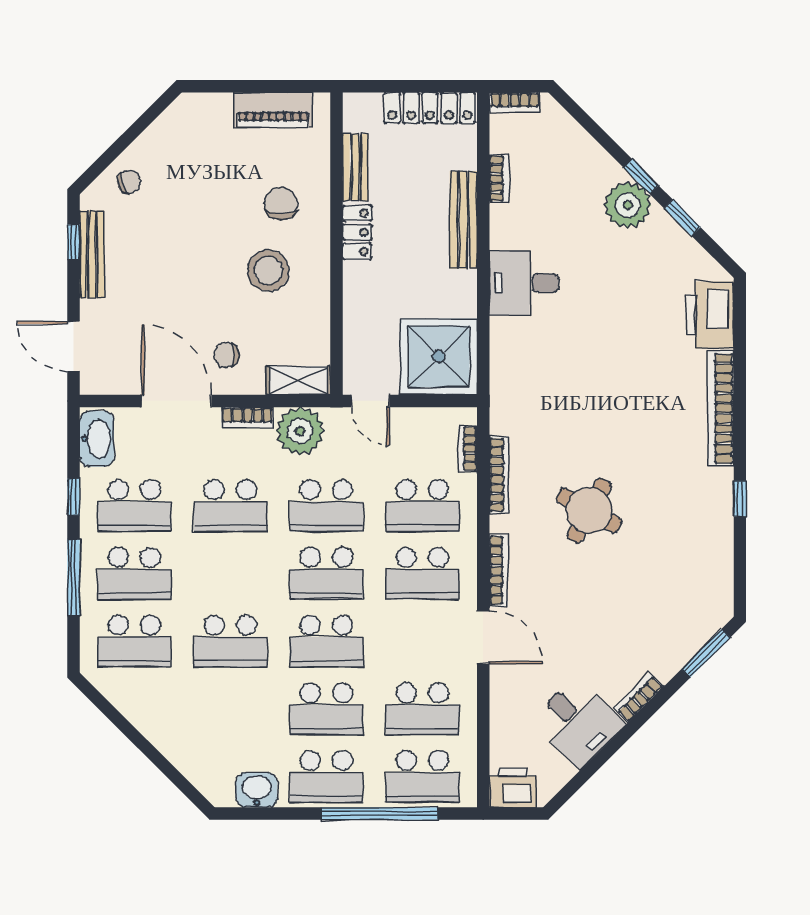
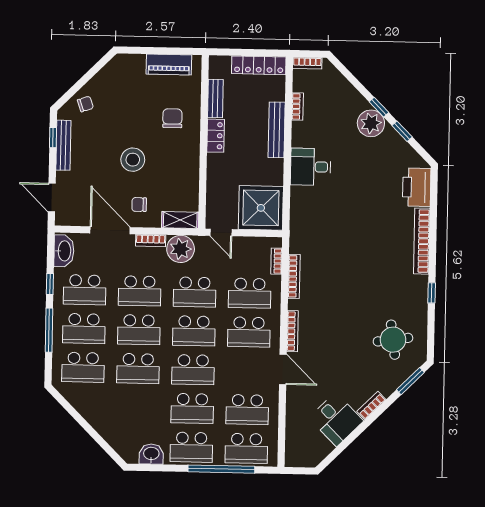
stool: (268, 271) -> (133, 160), moved
round table: (589, 511) -> (393, 340), moved, turned -37
school desk: (230, 573) -> (139, 330), added
printer: (513, 788) -> (298, 456), removed

